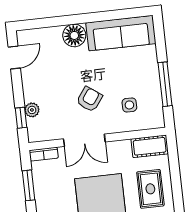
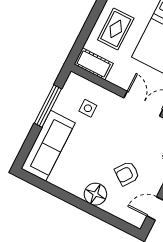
sofa: (121, 33) -> (48, 146), moved, turned 90
armchair: (89, 99) -> (127, 174), moved

